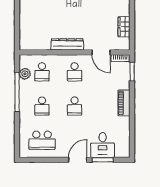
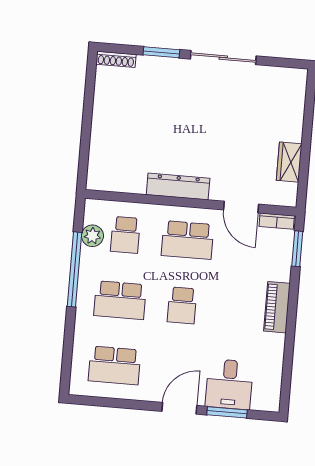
school desk: (75, 72) -> (187, 240), width x1.85
school desk: (42, 106) -> (120, 300), width x1.85

